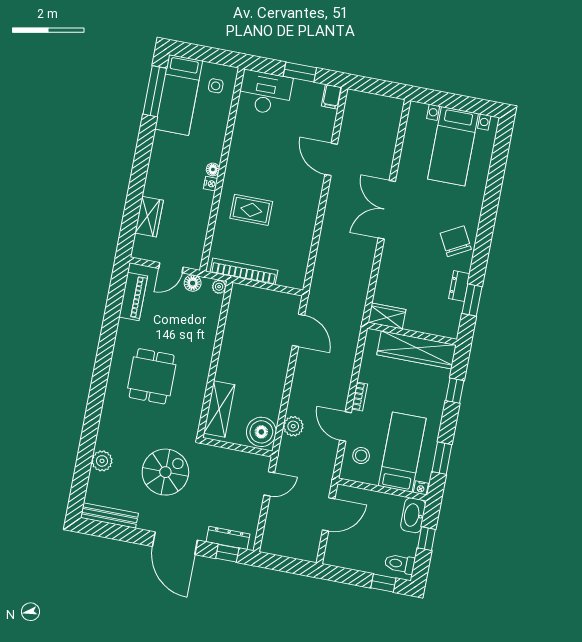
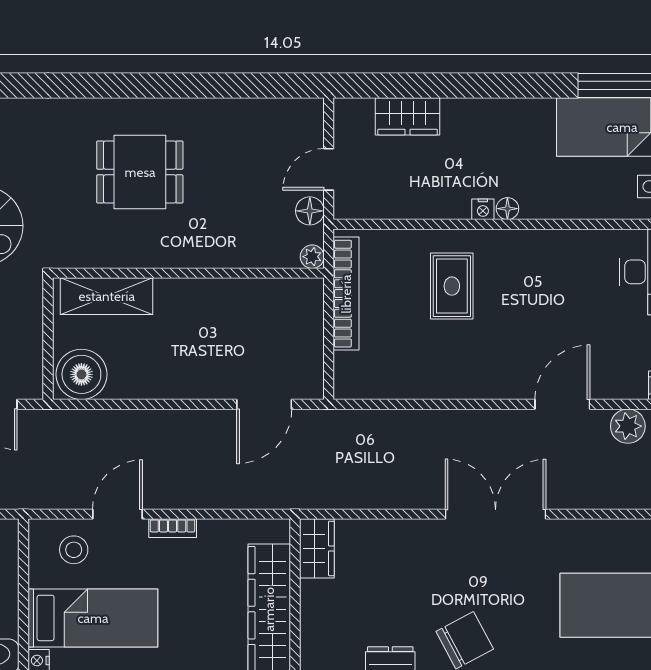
door: (171, 268) -> (329, 169), hinge flipped
piano: (133, 296) -> (268, 115), removed
plant: (293, 426) -> (628, 426), moved

